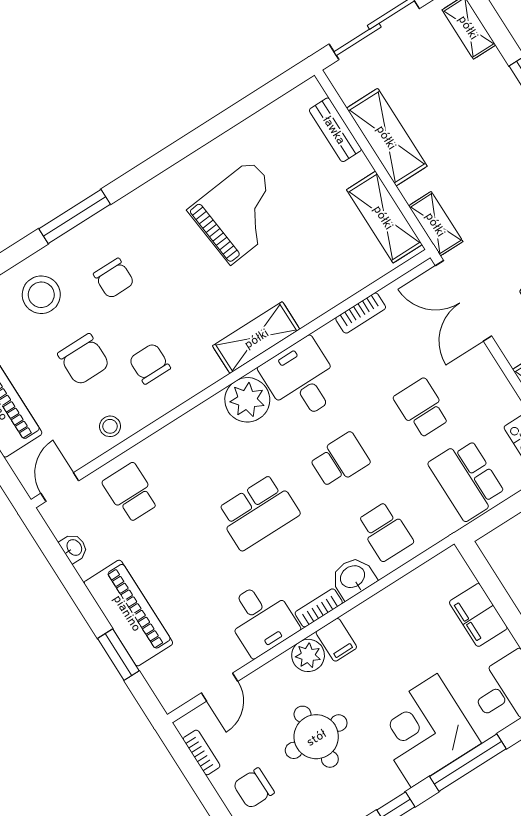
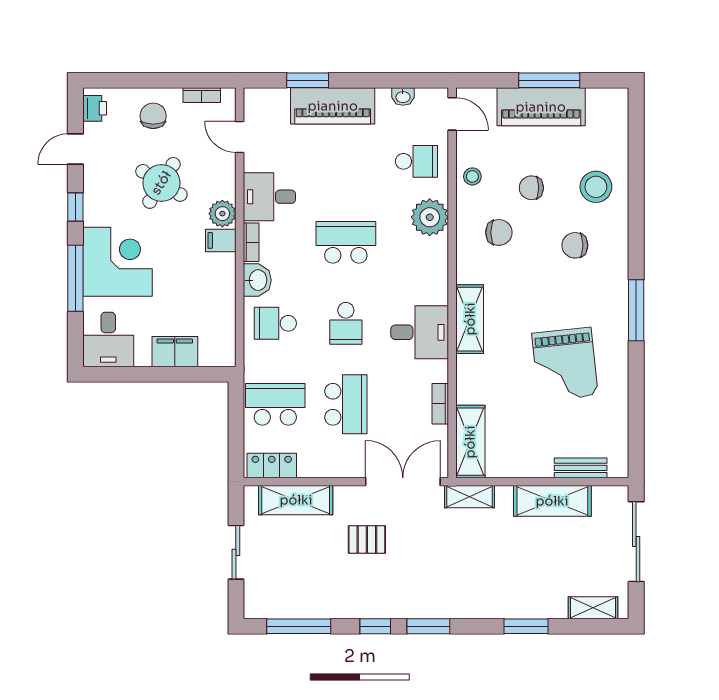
window: (75, 217) -> (636, 310), moved
shelving: (384, 217) -> (470, 442), moved, turned 90
chair: (84, 359) -> (531, 188), width x0.73, depth x0.73
plant: (247, 400) -> (430, 217), moved
school desk: (422, 408) -> (346, 404), width x1.85
school desk: (258, 512) -> (346, 242), turned 90
round table: (316, 737) -> (161, 183), turned 31

